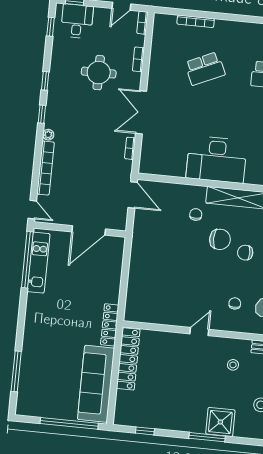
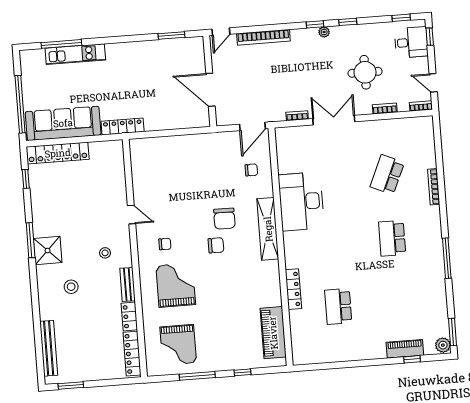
bookcase: (196, 21) -> (434, 187), moved
school desk: (205, 69) -> (387, 175), turned 48
plant: (48, 135) -> (324, 32), moved
chair: (196, 214) -> (251, 170), moved
chair: (245, 253) -> (216, 245), turned 90
window: (27, 260) -> (171, 35), width x0.47
kitchen unit: (38, 263) -> (75, 54), moved
locker: (128, 359) -> (58, 153), moved

